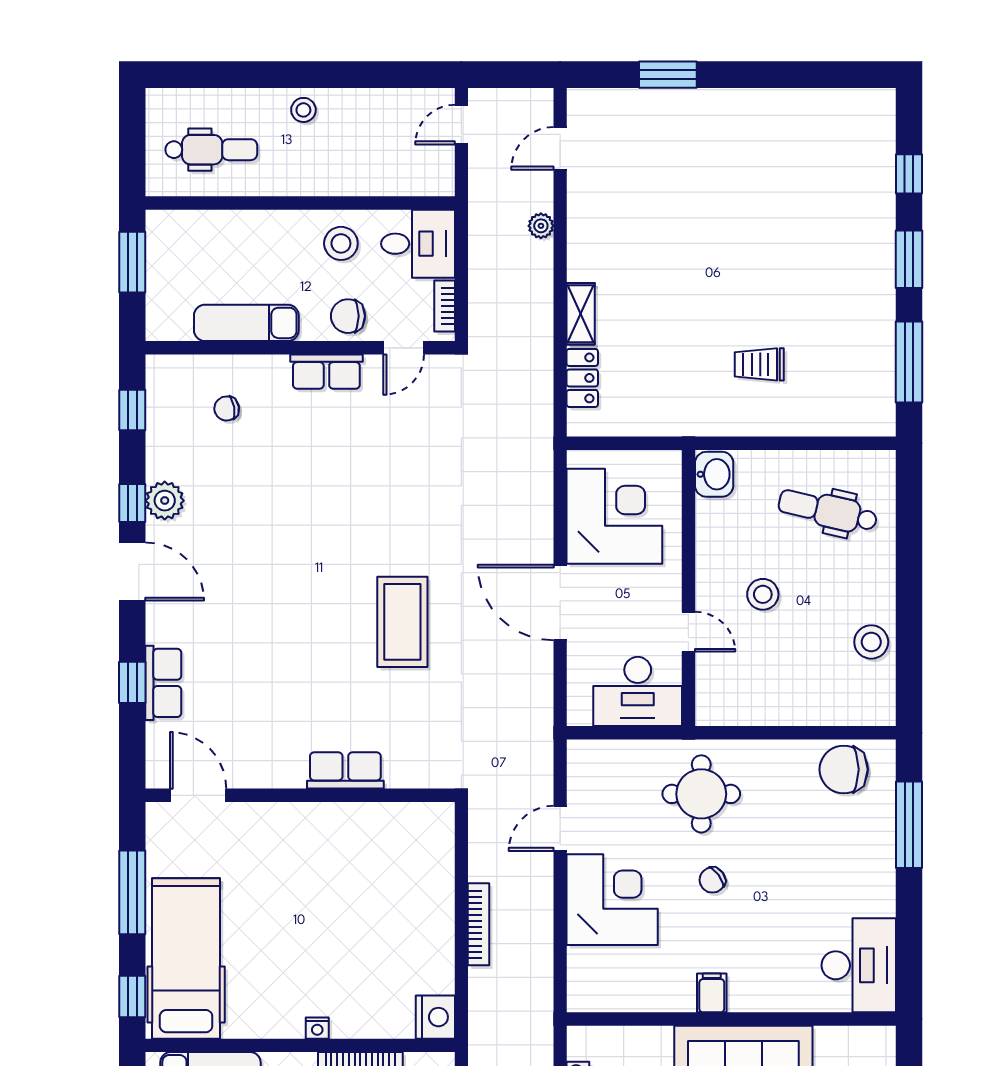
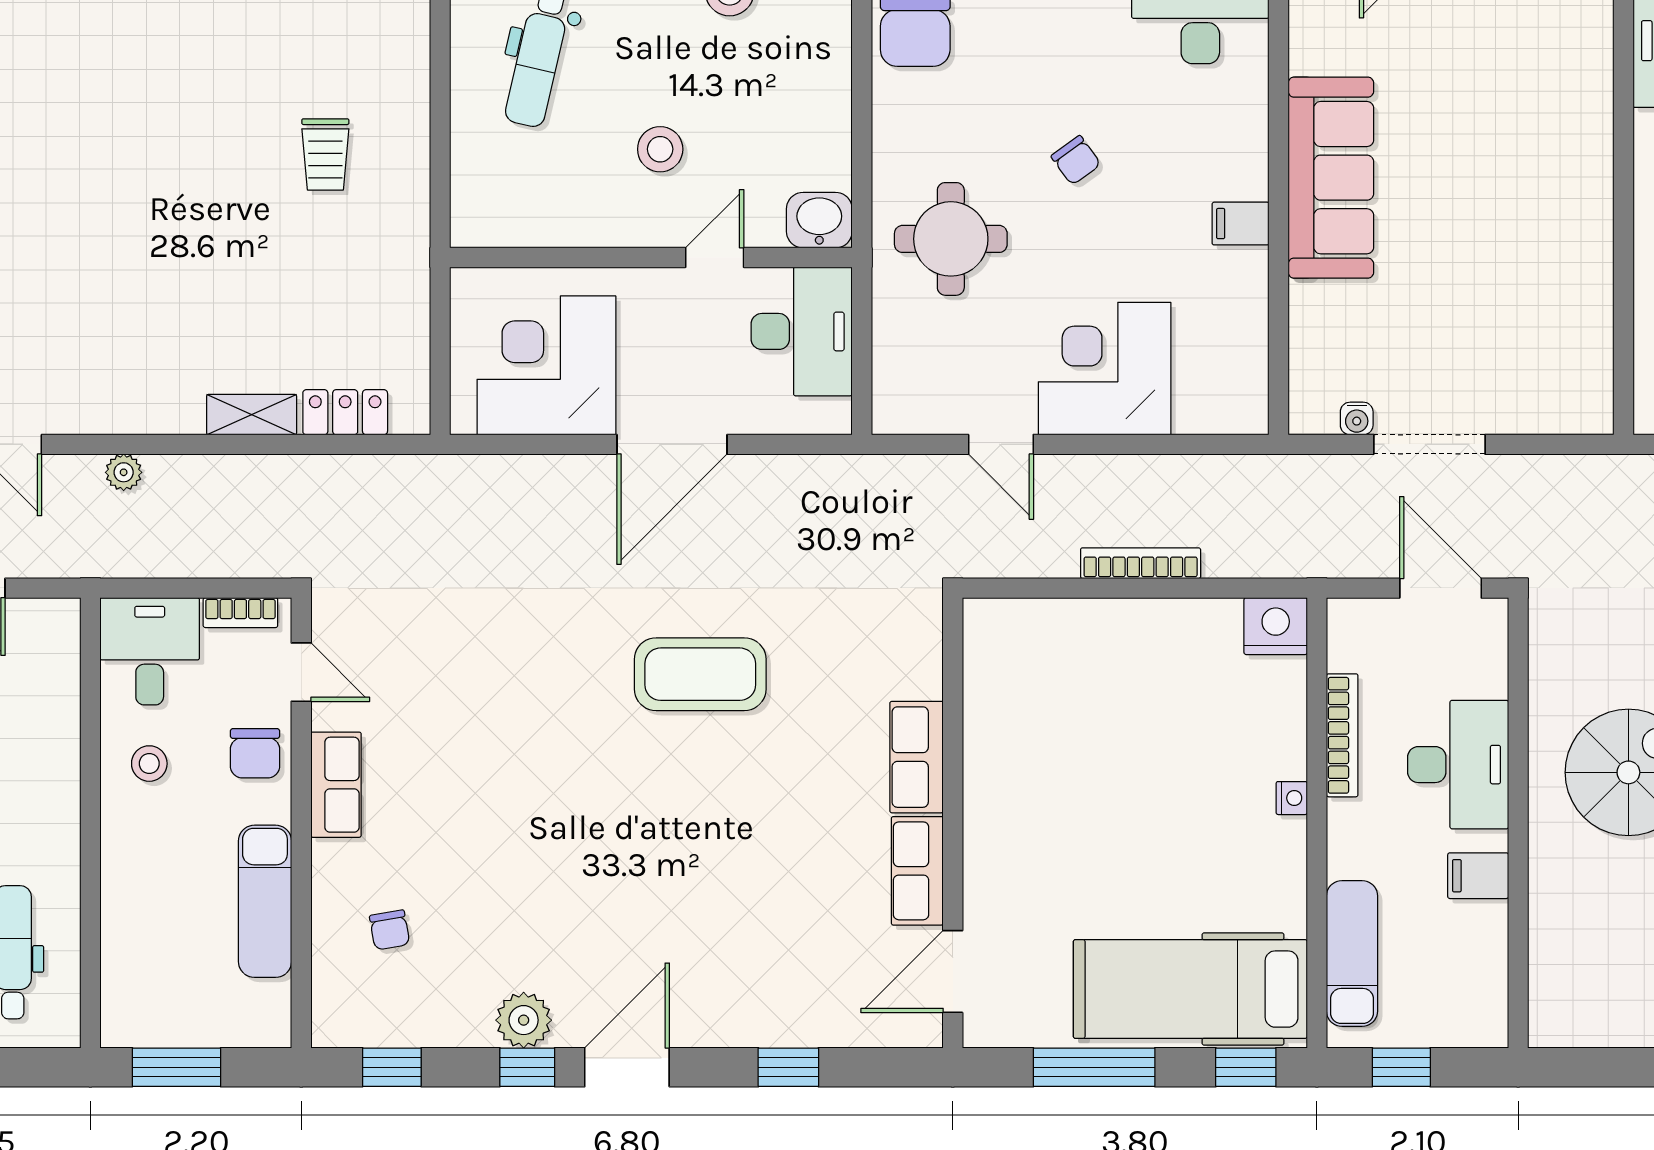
stool: (341, 243) -> (149, 764), width x0.73, depth x0.73
washbasin: (714, 474) -> (819, 220), moved
row of seats: (163, 683) -> (917, 871), moved, turned -90
chair: (712, 880) -> (1076, 160), moved

